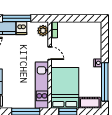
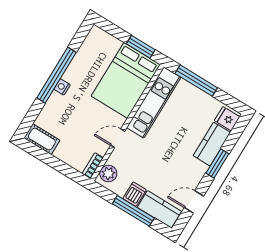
door: (50, 53) -> (118, 138), hinge flipped
window: (105, 82) -> (56, 75), moved
cot: (90, 103) -> (42, 139), moved

